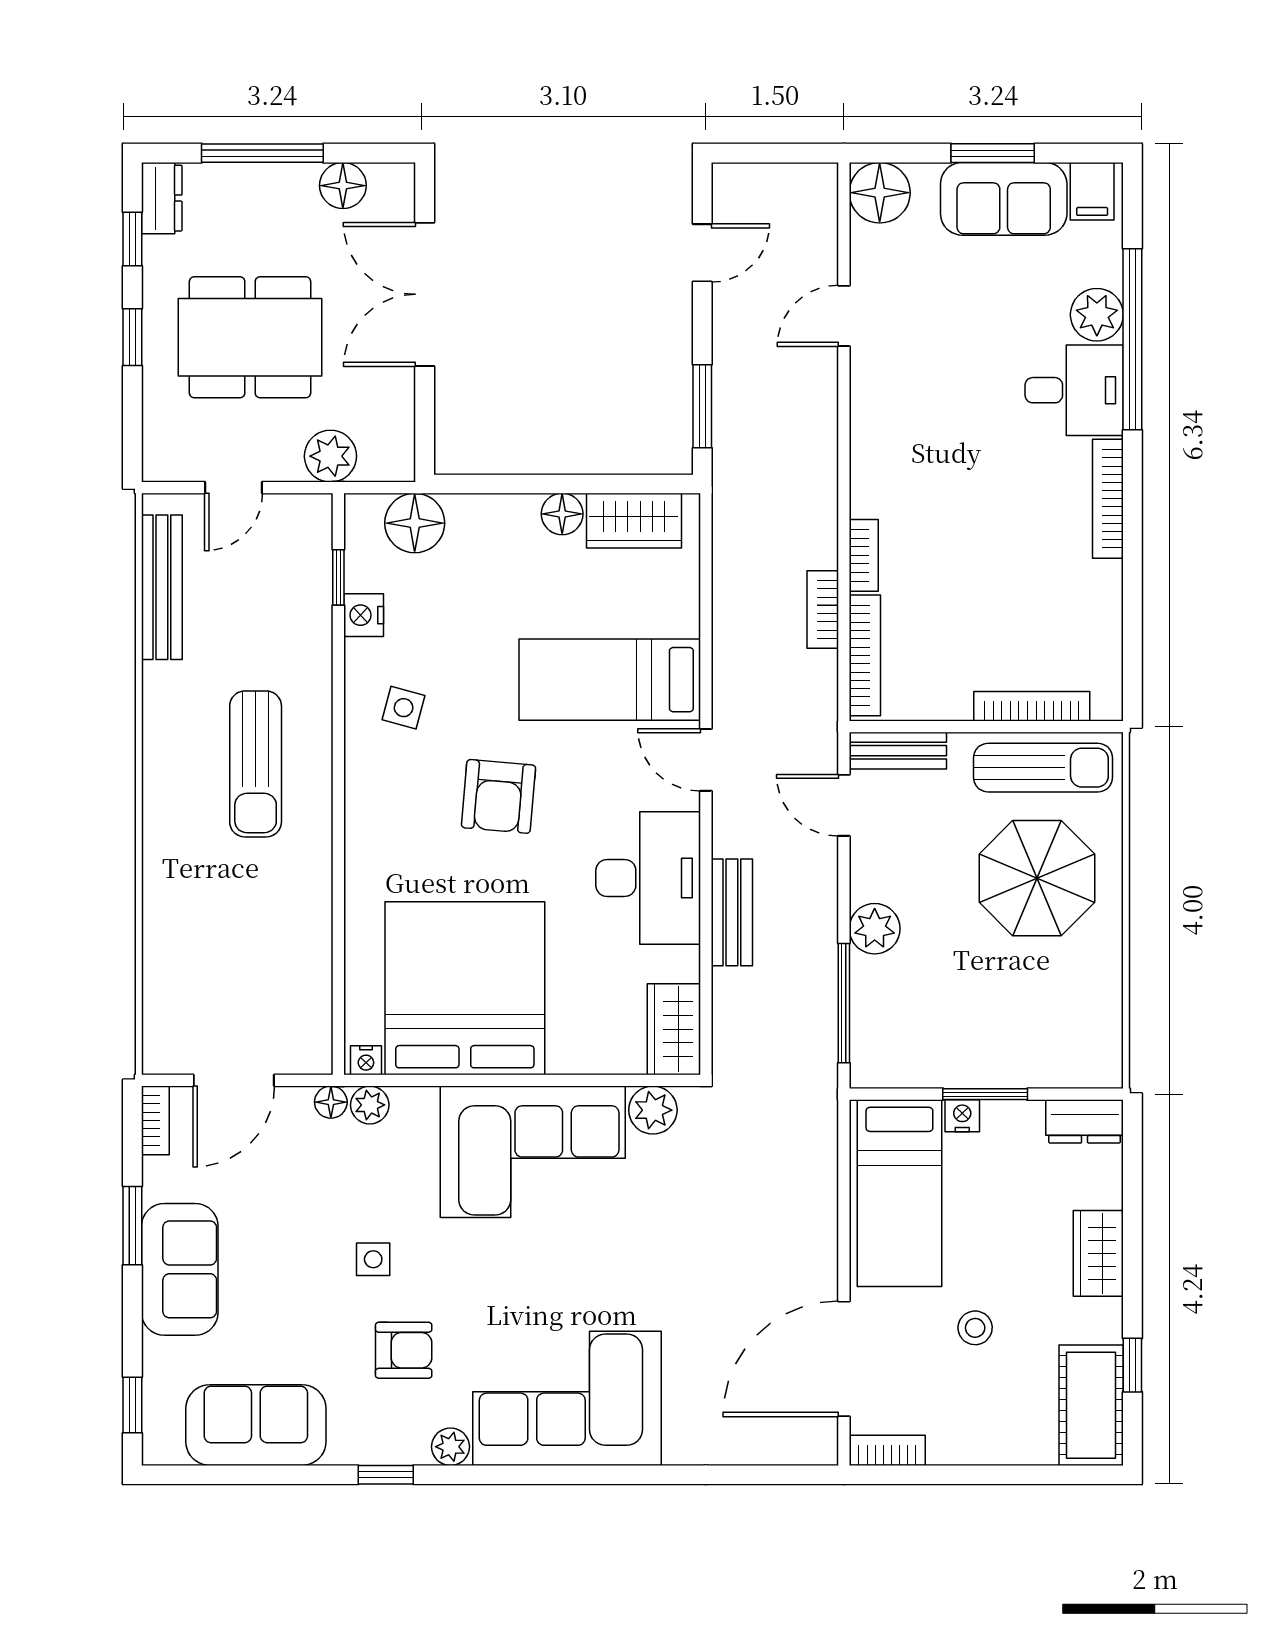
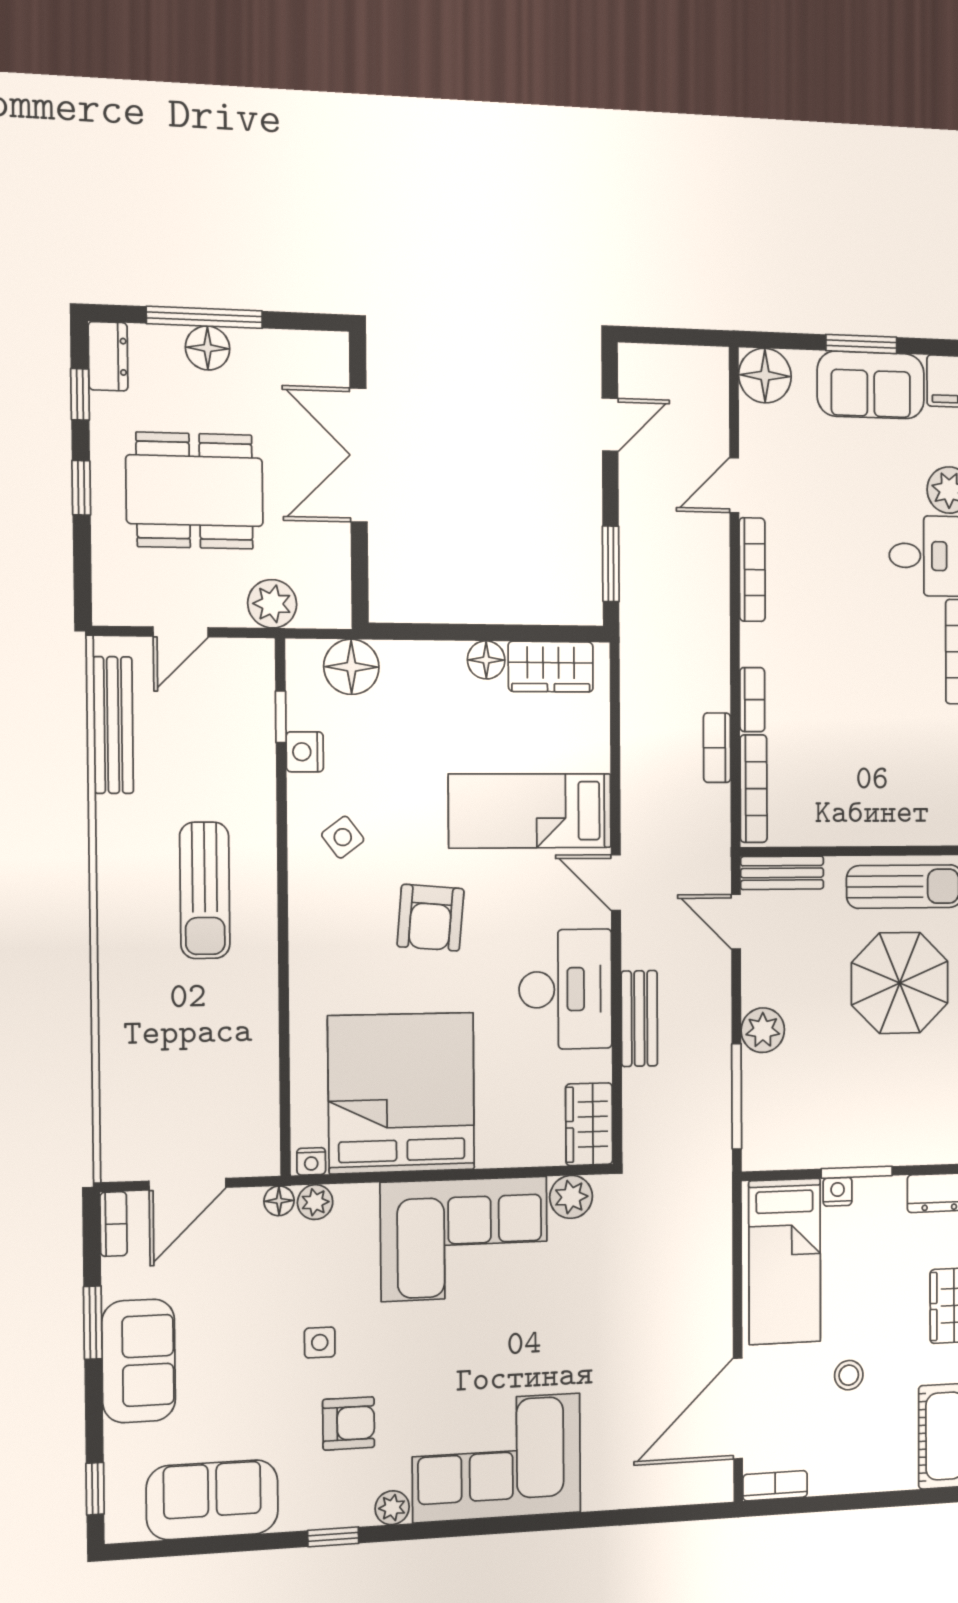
floor lamp: (343, 186) -> (208, 348), moved
bookcase: (1032, 706) -> (752, 570), moved, turned 90
side table: (404, 708) -> (343, 837), turned 38

